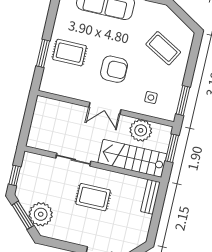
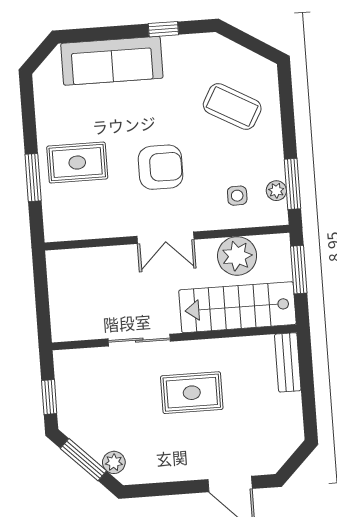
plant: (173, 101) -> (276, 191), added
plant: (41, 214) -> (114, 462), width x0.53, depth x0.53

